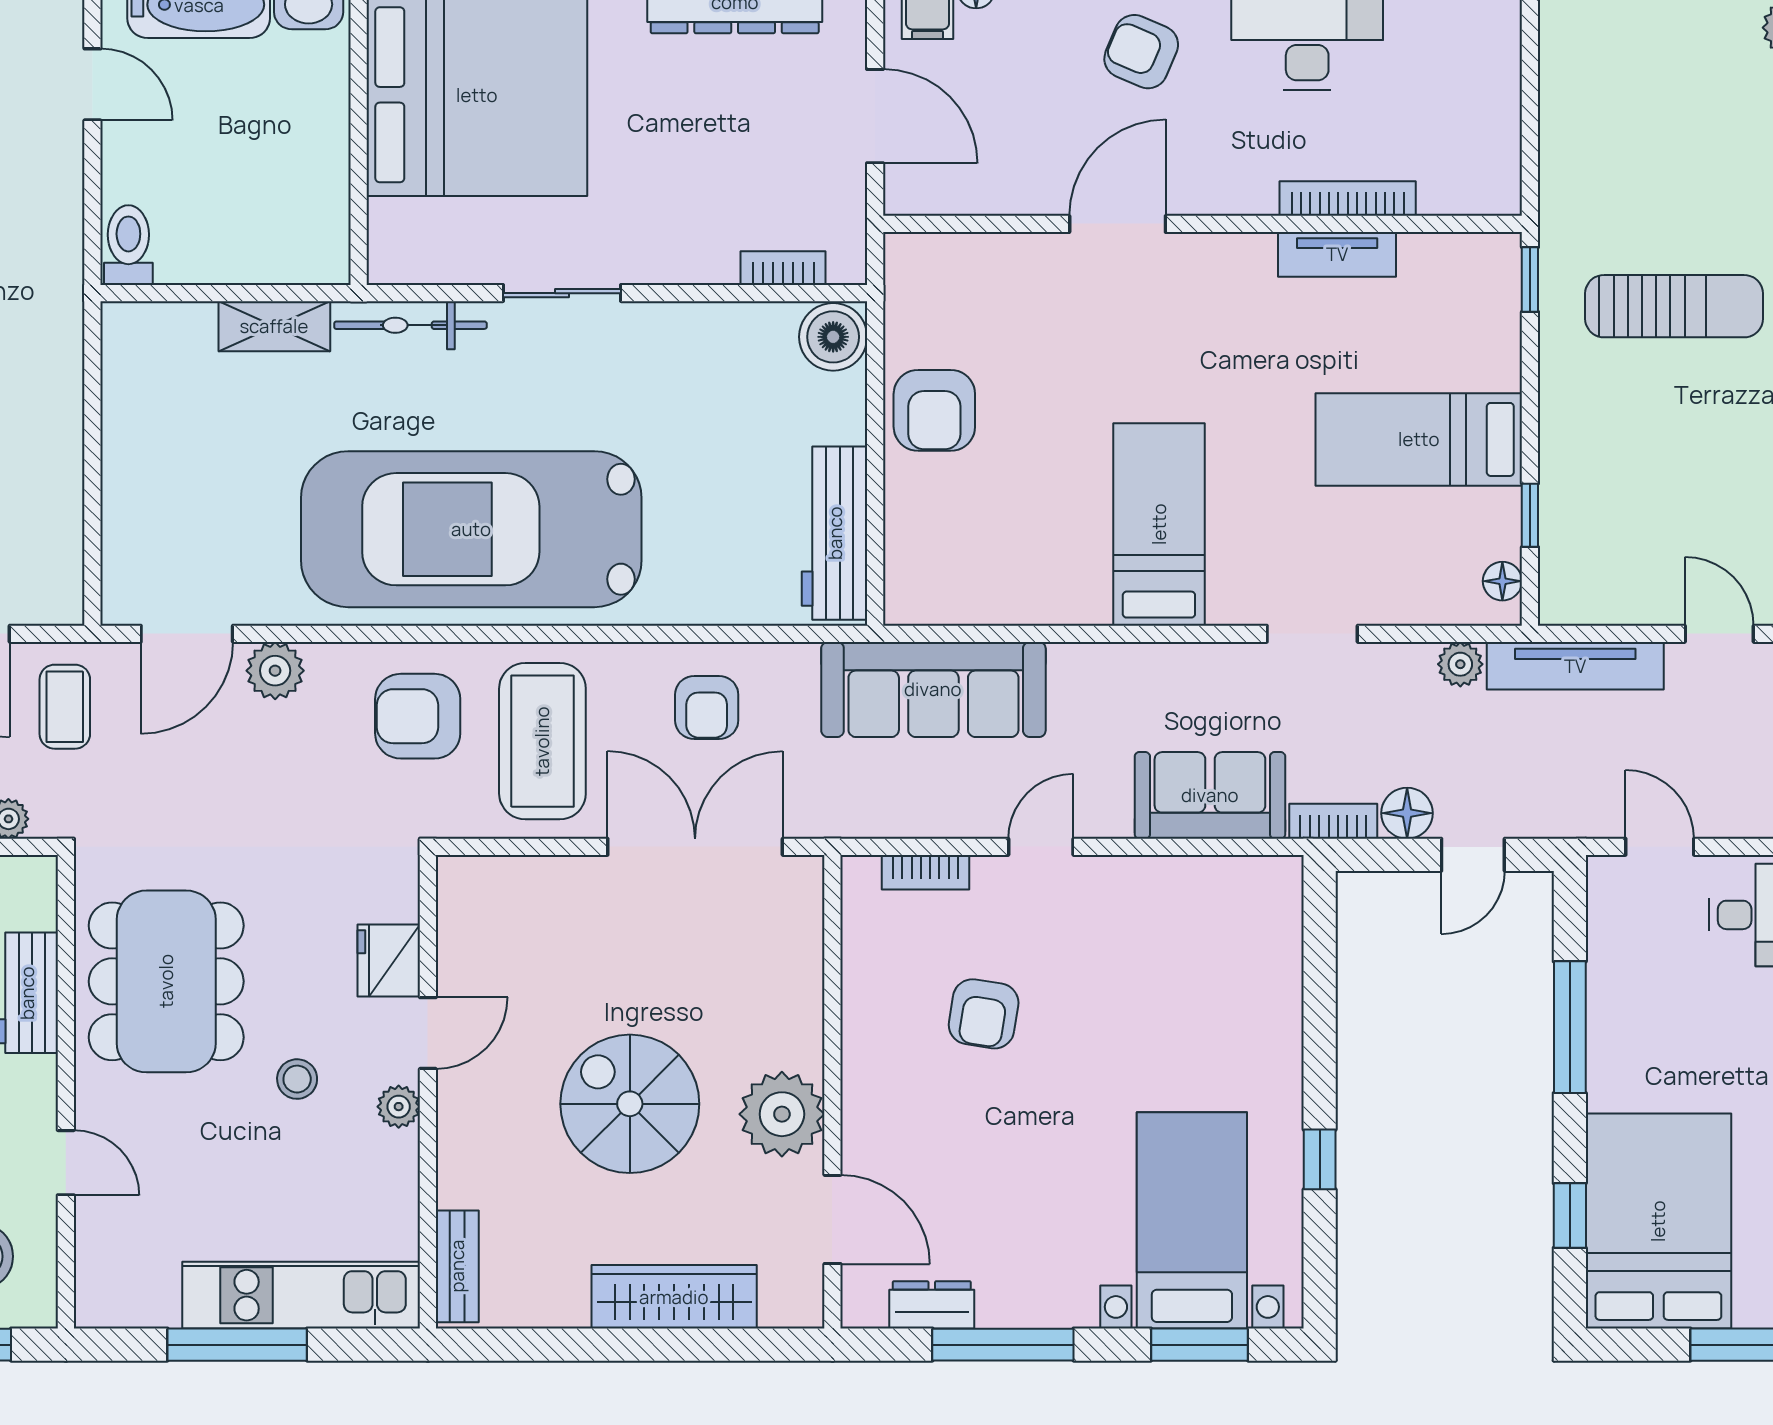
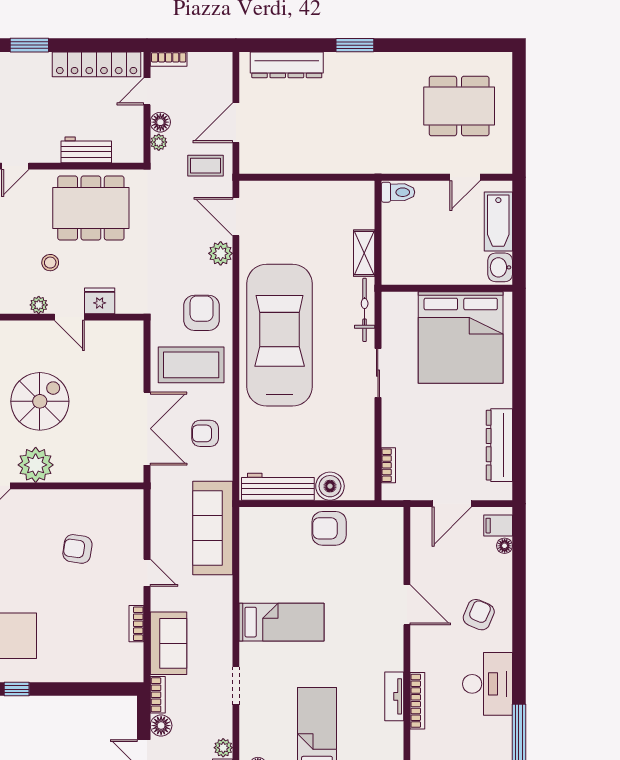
boiler: (833, 337) -> (330, 486), moved
bookcase: (926, 872) -> (136, 624), moved

